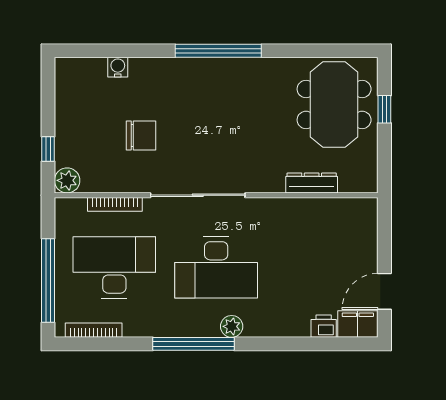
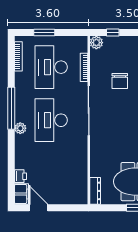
dresser: (312, 183) -> (95, 191), moved
desk: (114, 267) -> (51, 67), turned 180
window: (48, 281) -> (44, 33), width x0.47

